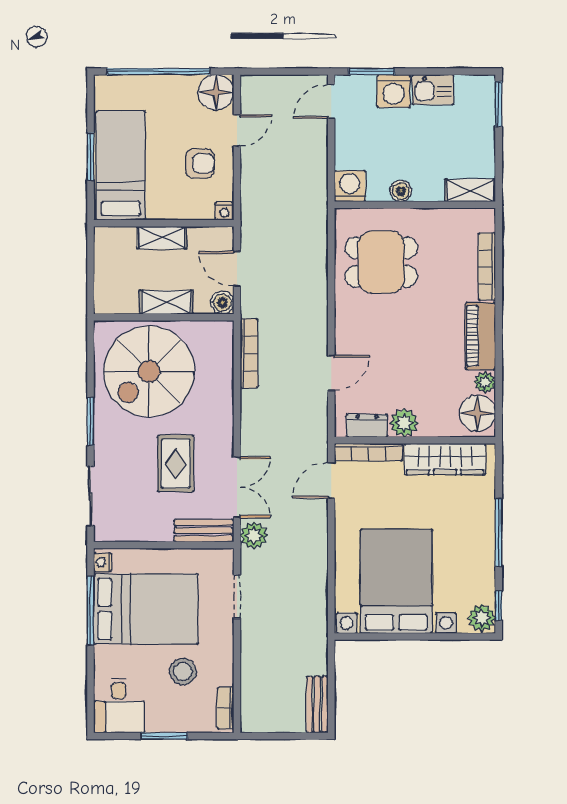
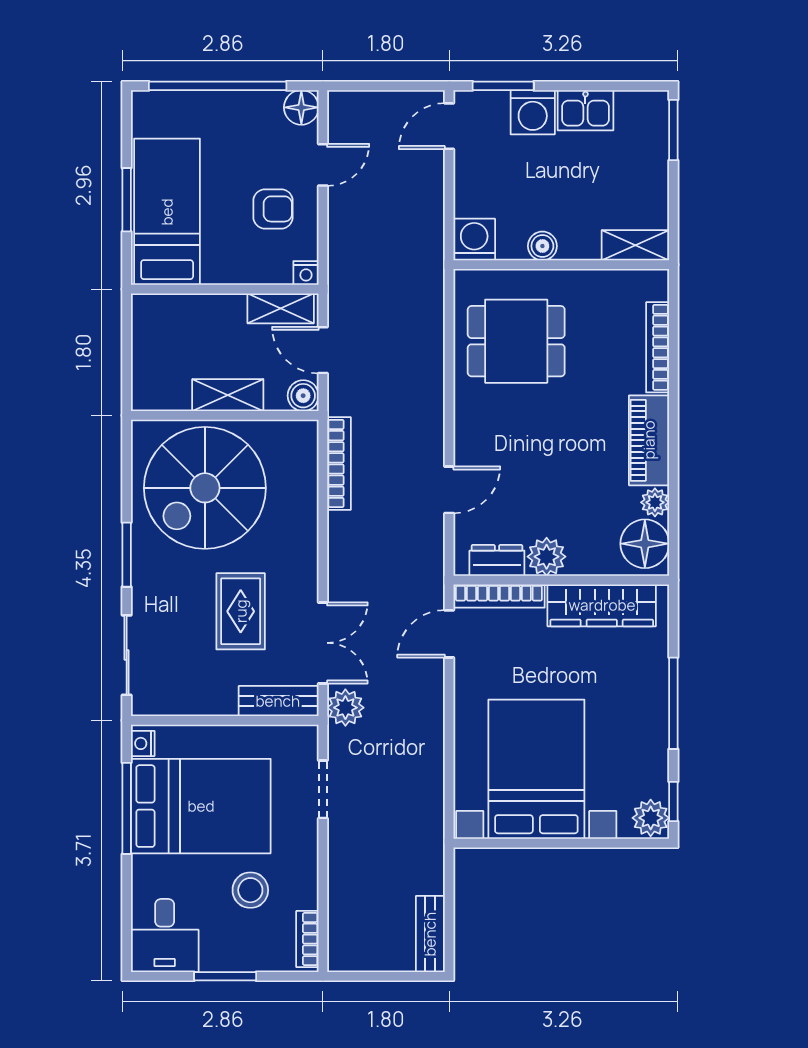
floor lamp: (216, 92) -> (301, 107), width x0.73, depth x0.73
shelving: (162, 237) -> (281, 308), moved

